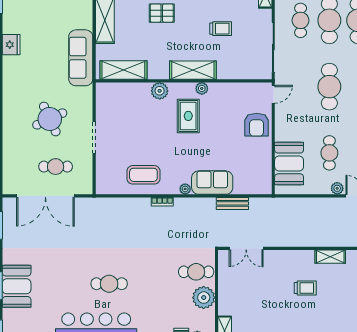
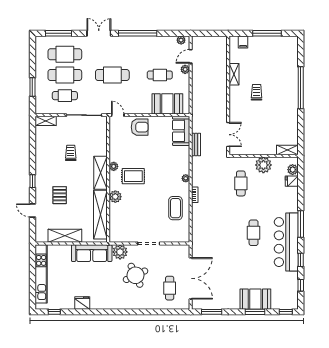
shelving: (123, 70) -> (100, 215), width x1.47
plant: (82, 97) -> (120, 252), added
cafe table: (56, 167) -> (170, 288), moved
sofa: (212, 183) -> (181, 131), moved
cafe table: (196, 272) -> (241, 183), moved

